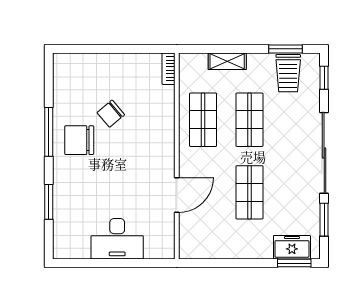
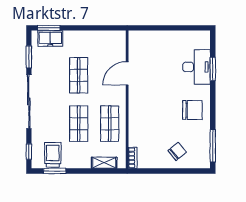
shelving: (227, 61) -> (104, 163), moved
chair: (111, 114) -> (177, 151), moved
window: (49, 132) -> (213, 146), moved
desk: (117, 239) -> (197, 67), moved, turned 90

